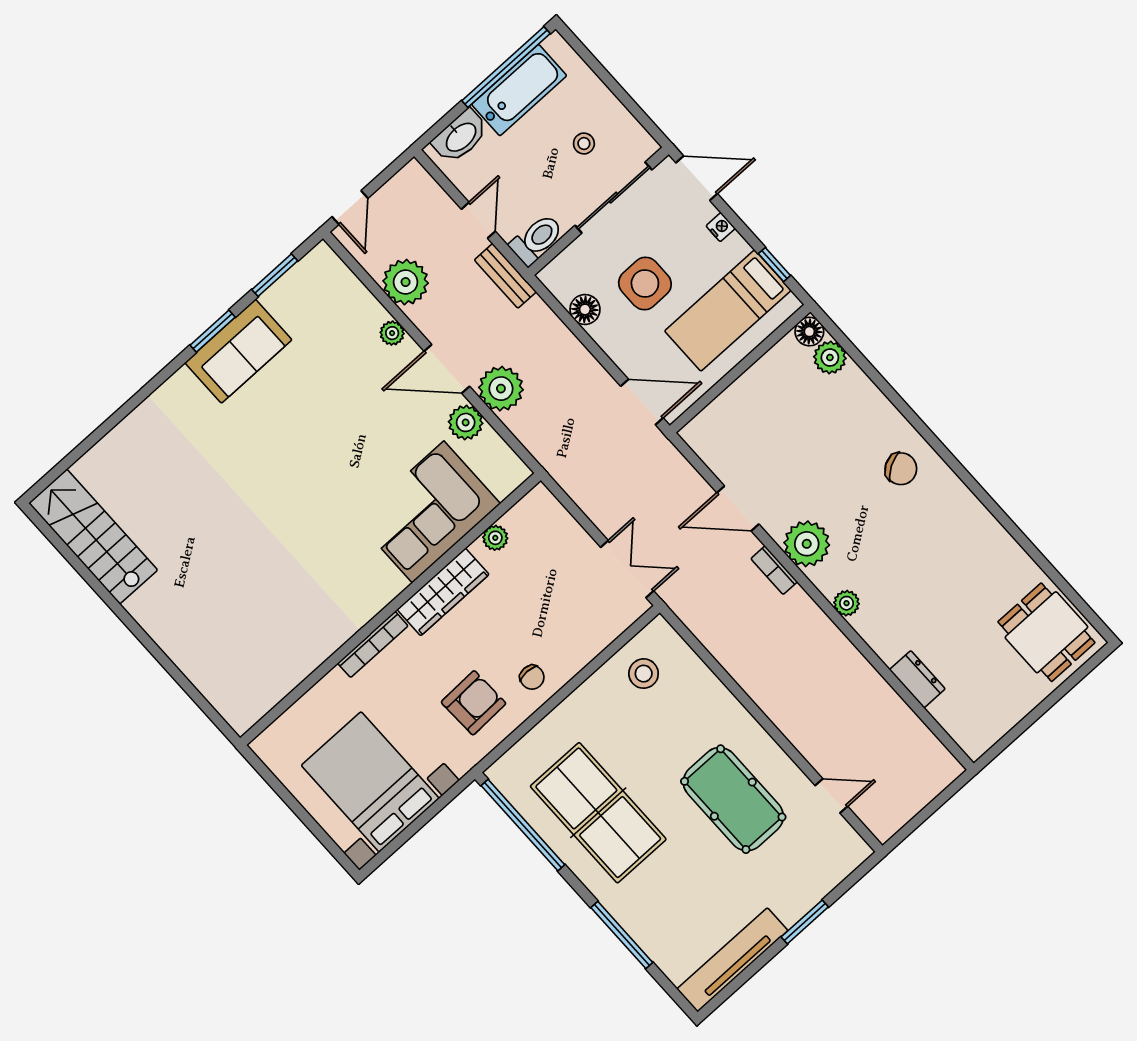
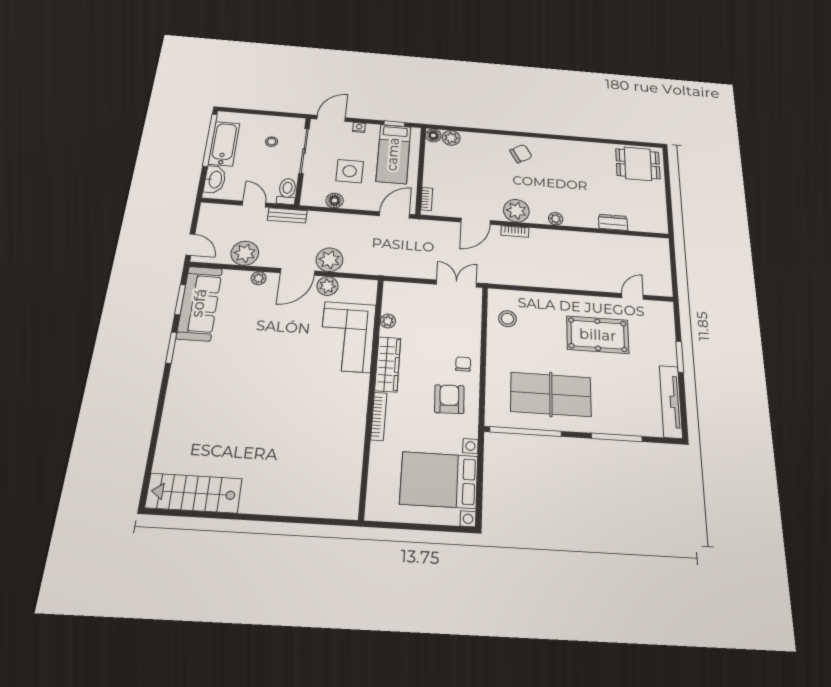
sofa: (238, 351) -> (199, 303), moved, width x1.36
bookcase: (706, 418) -> (427, 199), added
chair: (532, 677) -> (463, 364), turned -90

